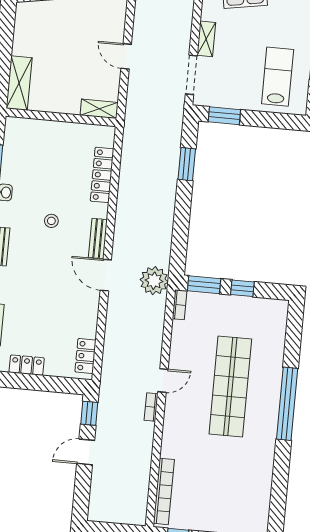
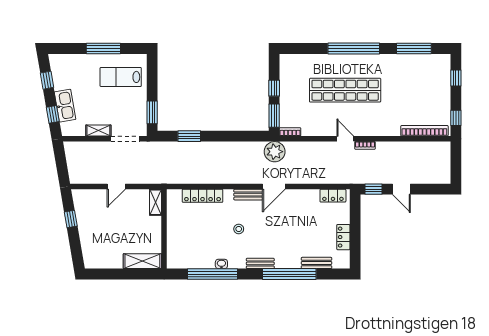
window: (279, 487) -> (414, 49), added

